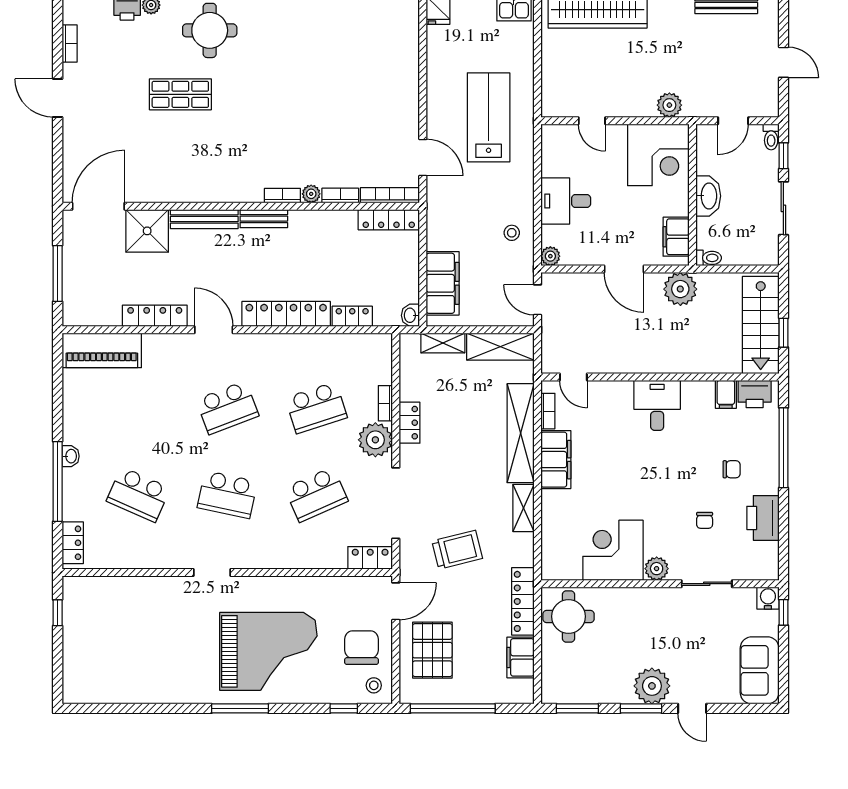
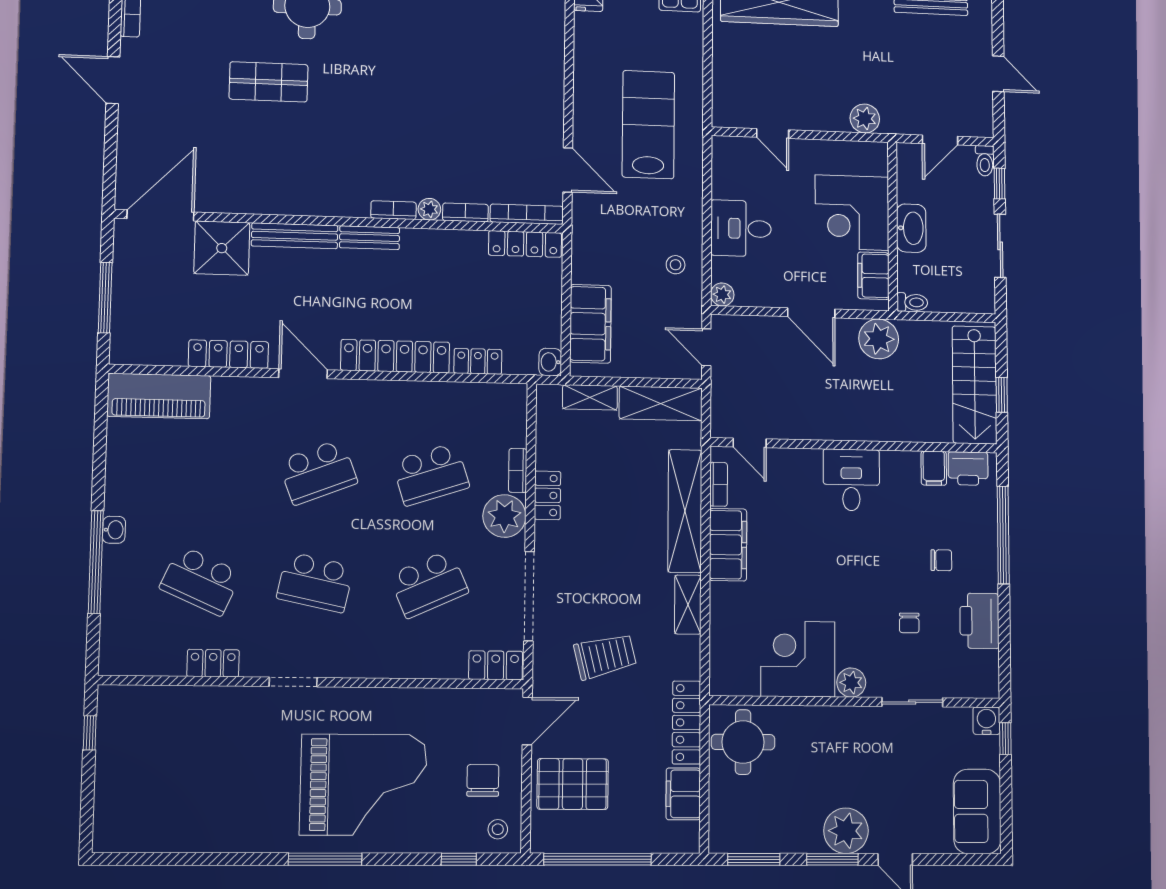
corner desk: (658, 155) -> (852, 213), moved, turned 90
locker: (73, 543) -> (213, 663), moved, turned -90
chair: (361, 648) -> (483, 780), width x0.73, depth x0.73
pallet: (432, 650) -> (573, 784), turned 90

